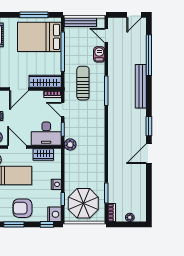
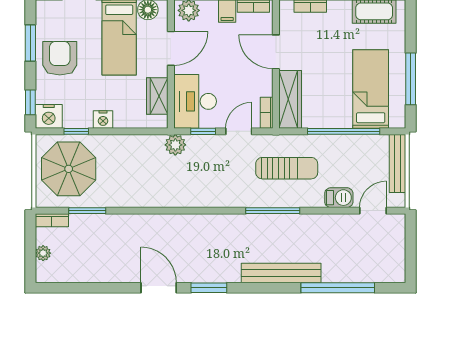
door: (134, 15) -> (411, 261), removed
bed: (39, 37) -> (371, 89), width x0.67

